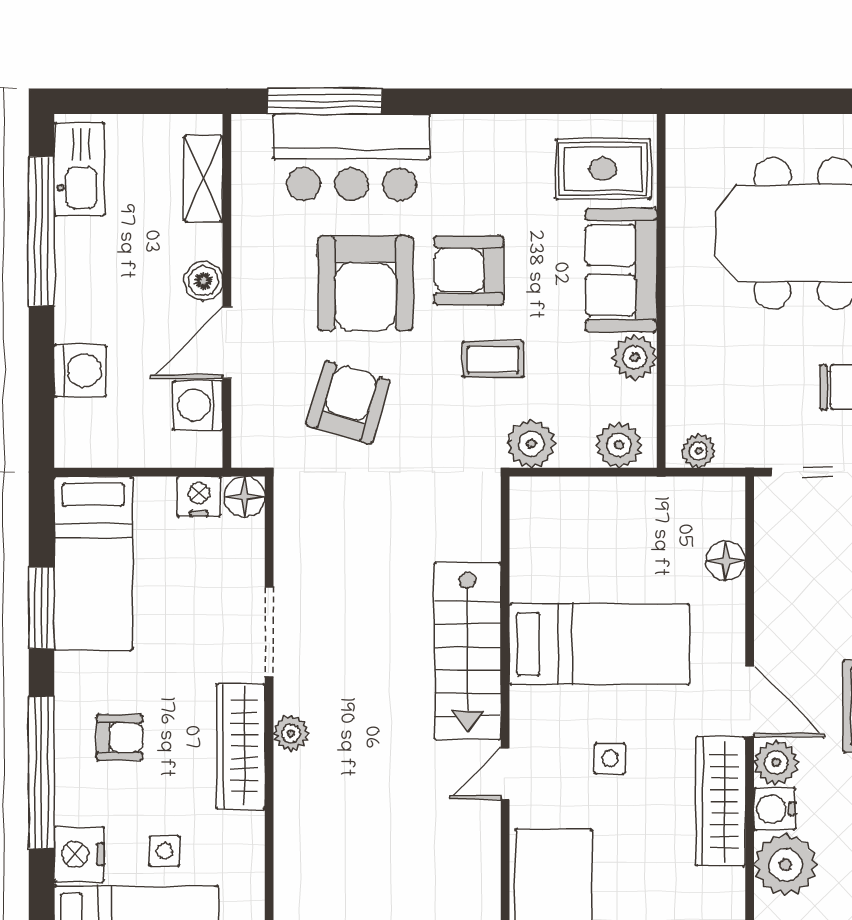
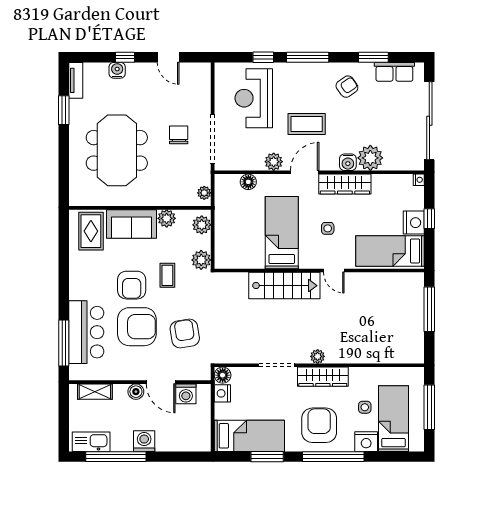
washing machine: (80, 371) -> (144, 441), moved
armchair: (348, 403) -> (185, 333), turned 64
armchair: (119, 737) -> (319, 425), width x1.88, depth x1.88
plant: (776, 763) -> (274, 162), moved

